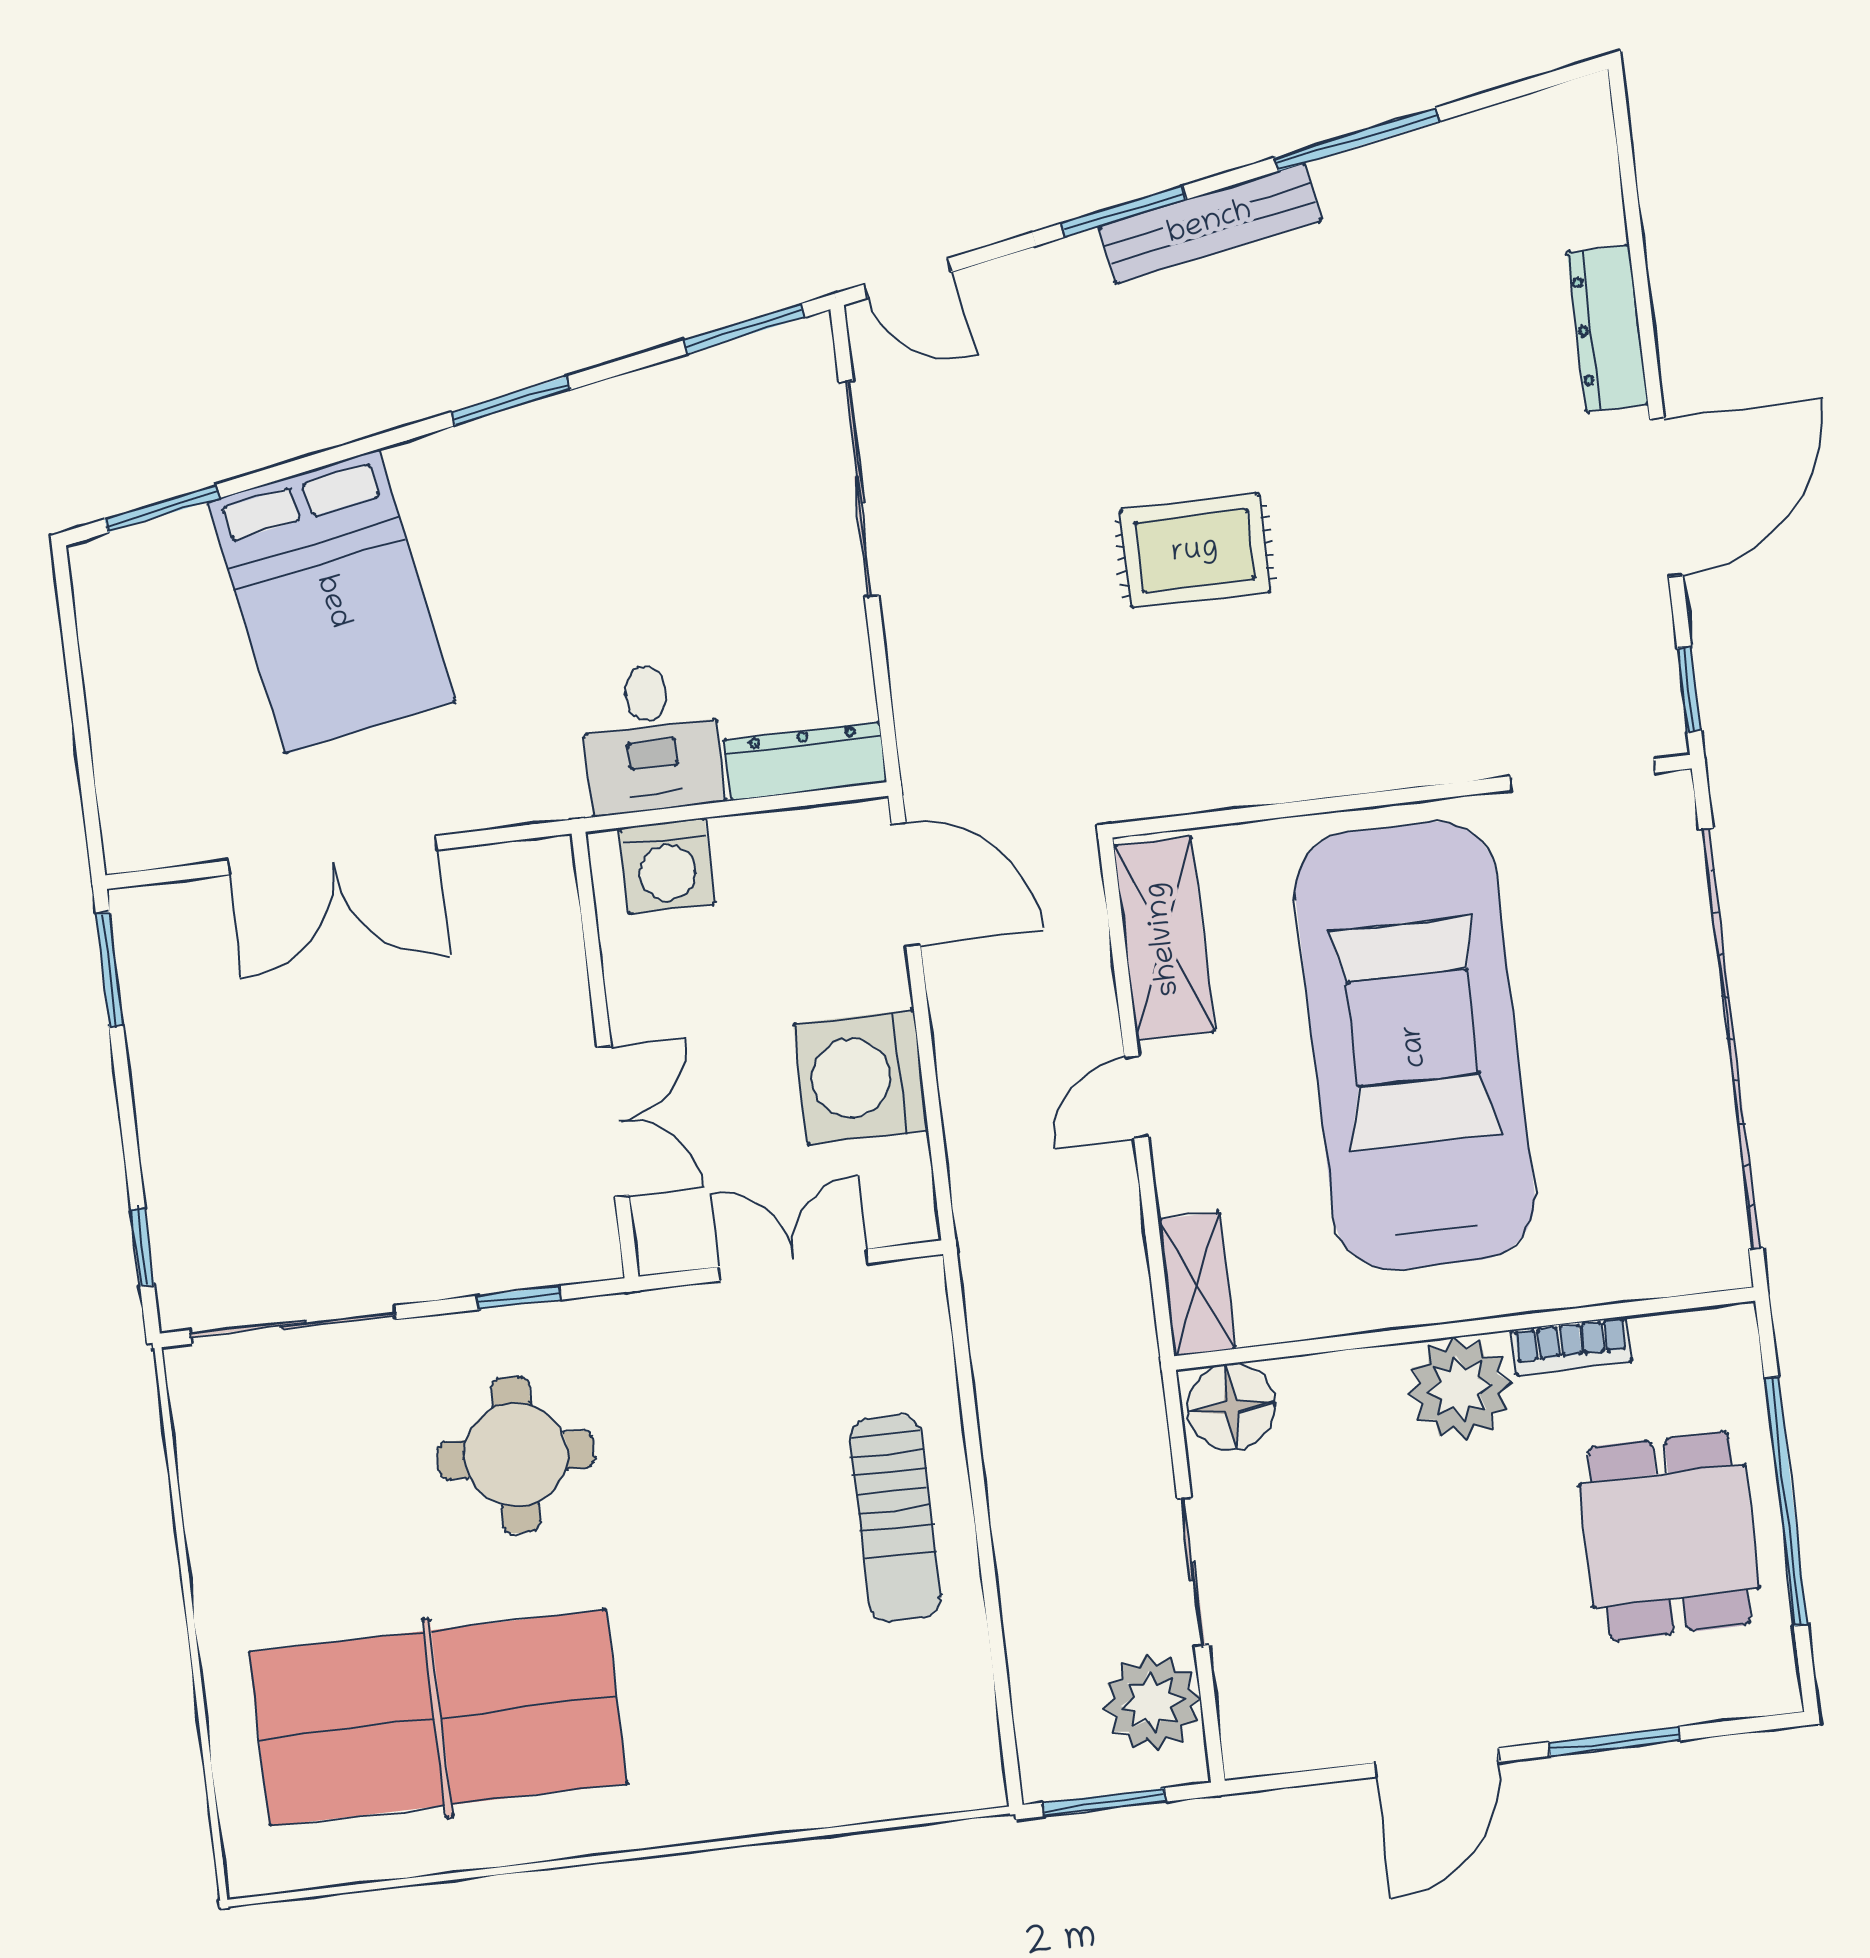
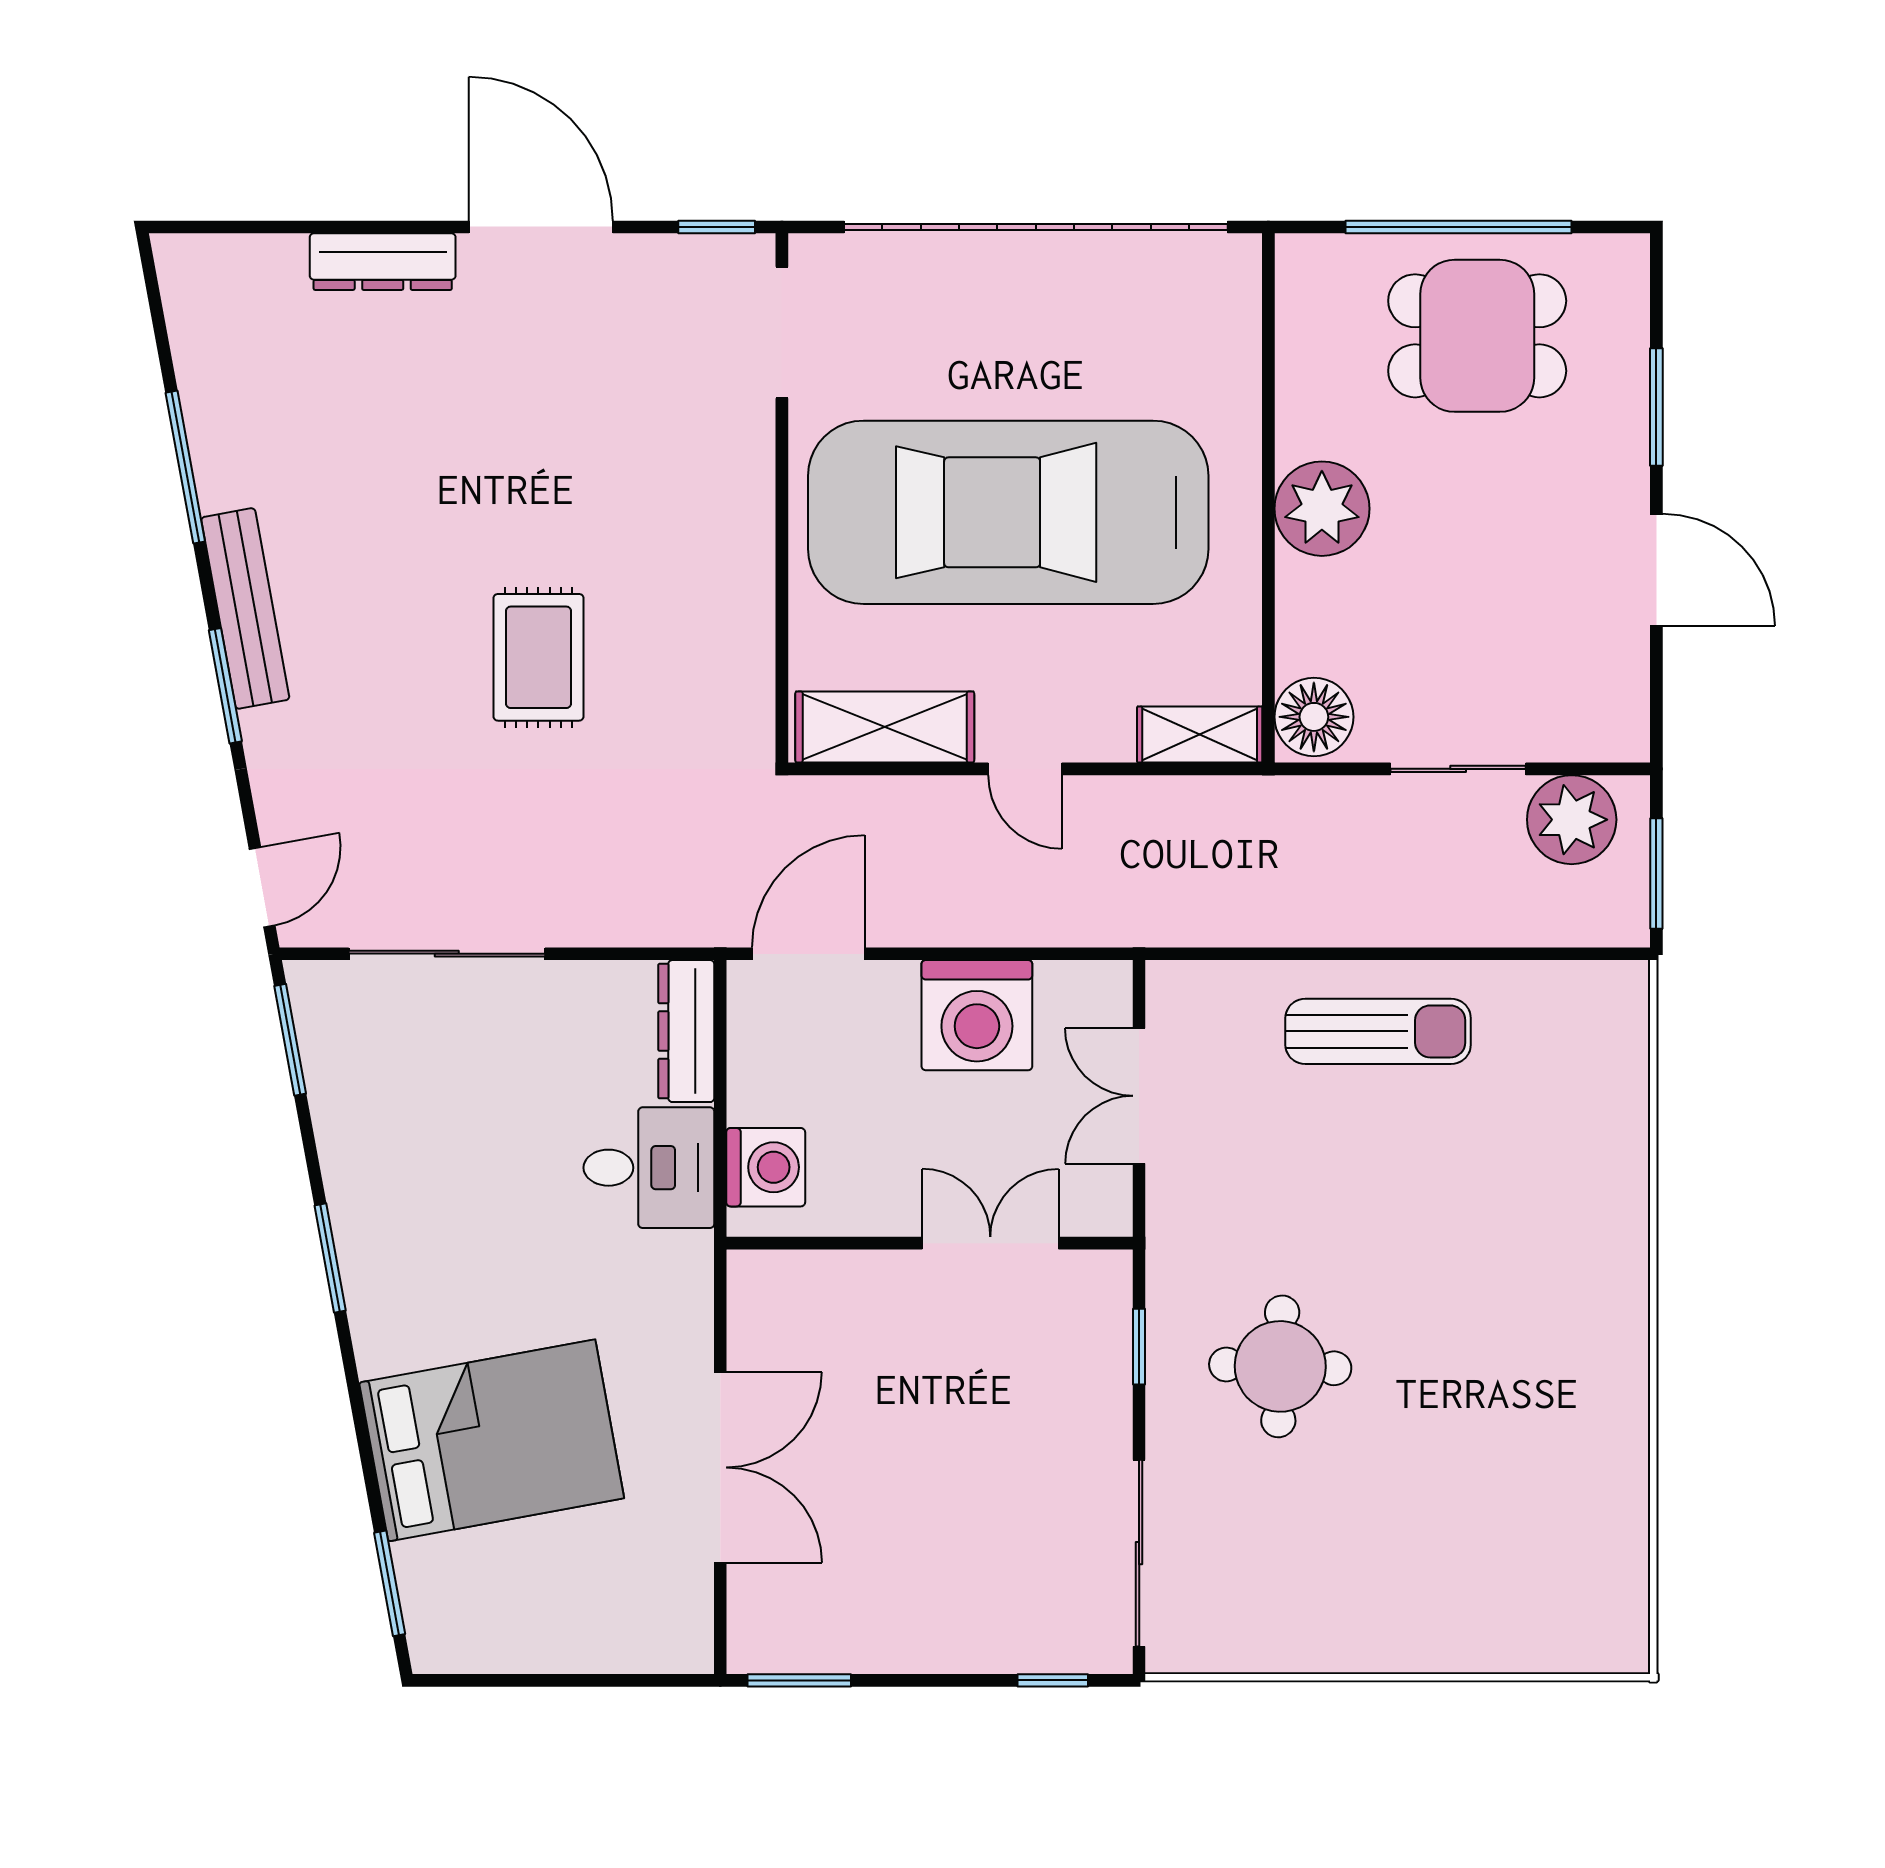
bookcase: (1571, 1346) -> (1296, 404), removed
table tennis table: (438, 1718) -> (1509, 1465), removed

